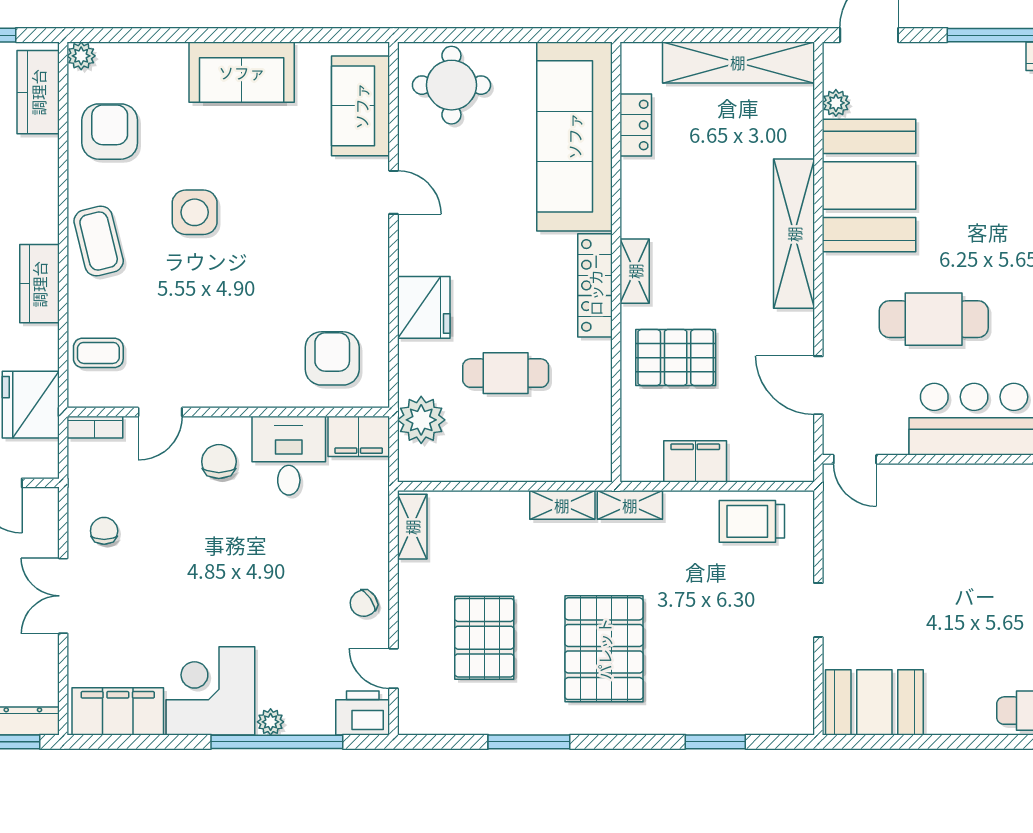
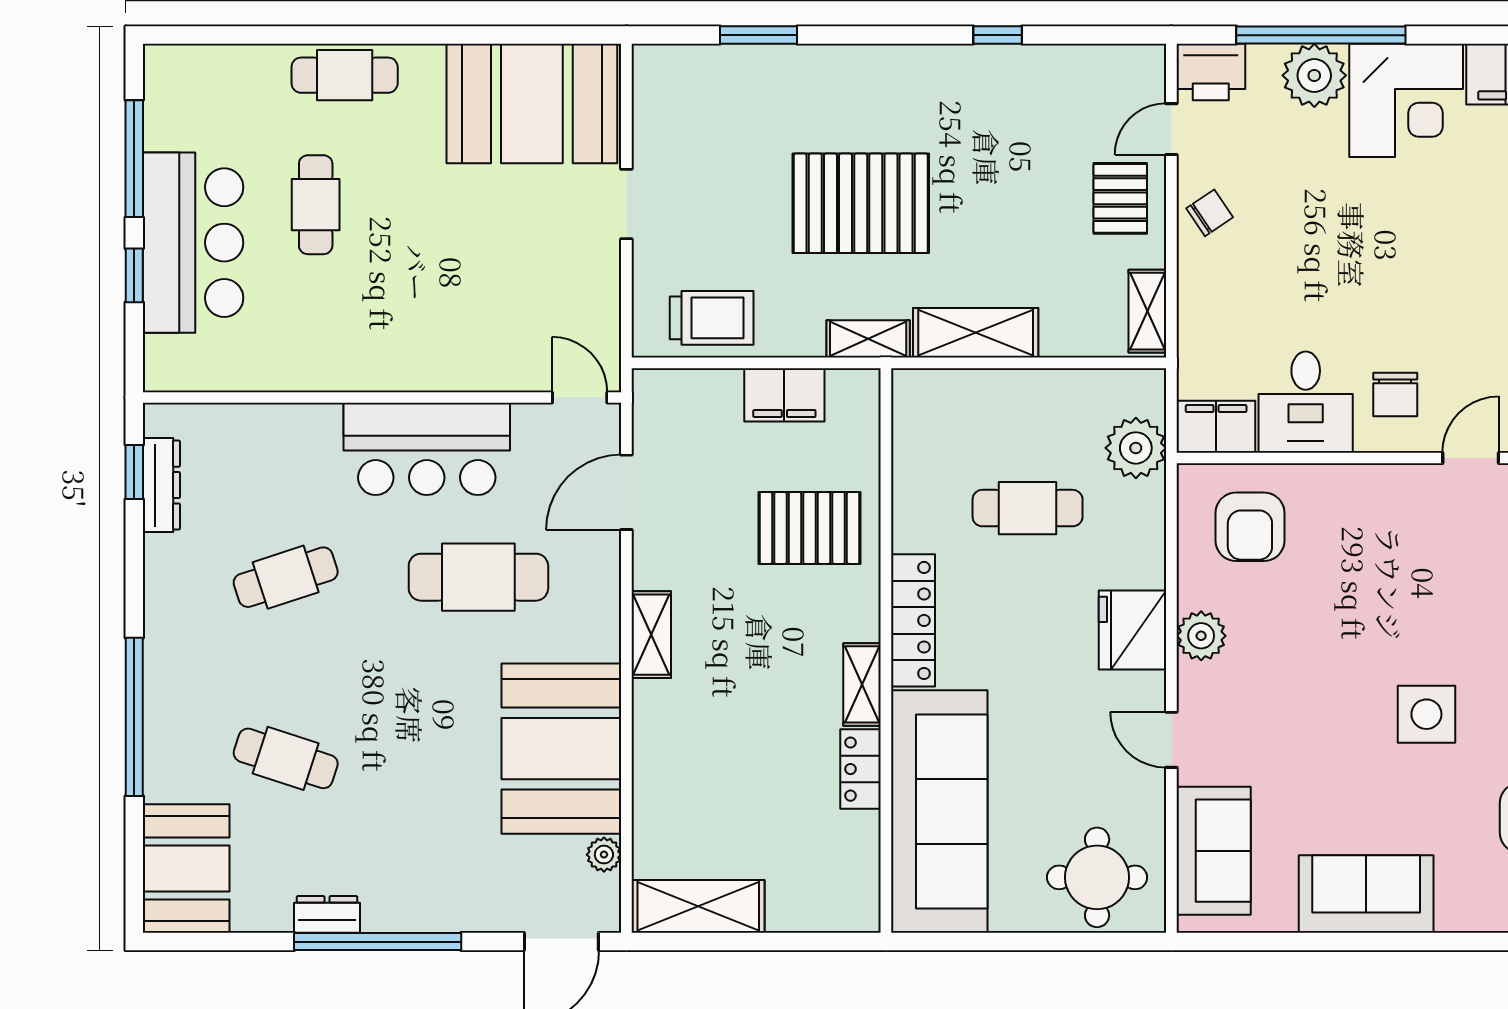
shelving: (738, 62) -> (698, 906), width x0.68
locker: (636, 125) -> (861, 769), moved
shelving: (794, 234) -> (651, 635), width x0.45, depth x0.75
shelving: (635, 271) -> (862, 684), moved
plant: (370, 273) -> (1201, 636), added
fridge: (424, 307) -> (1133, 630), moved
door: (818, 385) -> (626, 492), swing flipped
shelving: (562, 505) -> (976, 333), width x1.50, depth x1.33
pallet: (484, 638) -> (1120, 198), moved, width x0.67, depth x0.71
pallet: (604, 649) -> (861, 203), moved, turned 90
door: (394, 668) -> (1171, 129), swing flipped
booth: (874, 702) -> (532, 104), width x1.36, depth x1.42
plant: (271, 722) -> (1314, 75), width x1.87, depth x1.87
window: (529, 742) -> (998, 35), width x0.46

